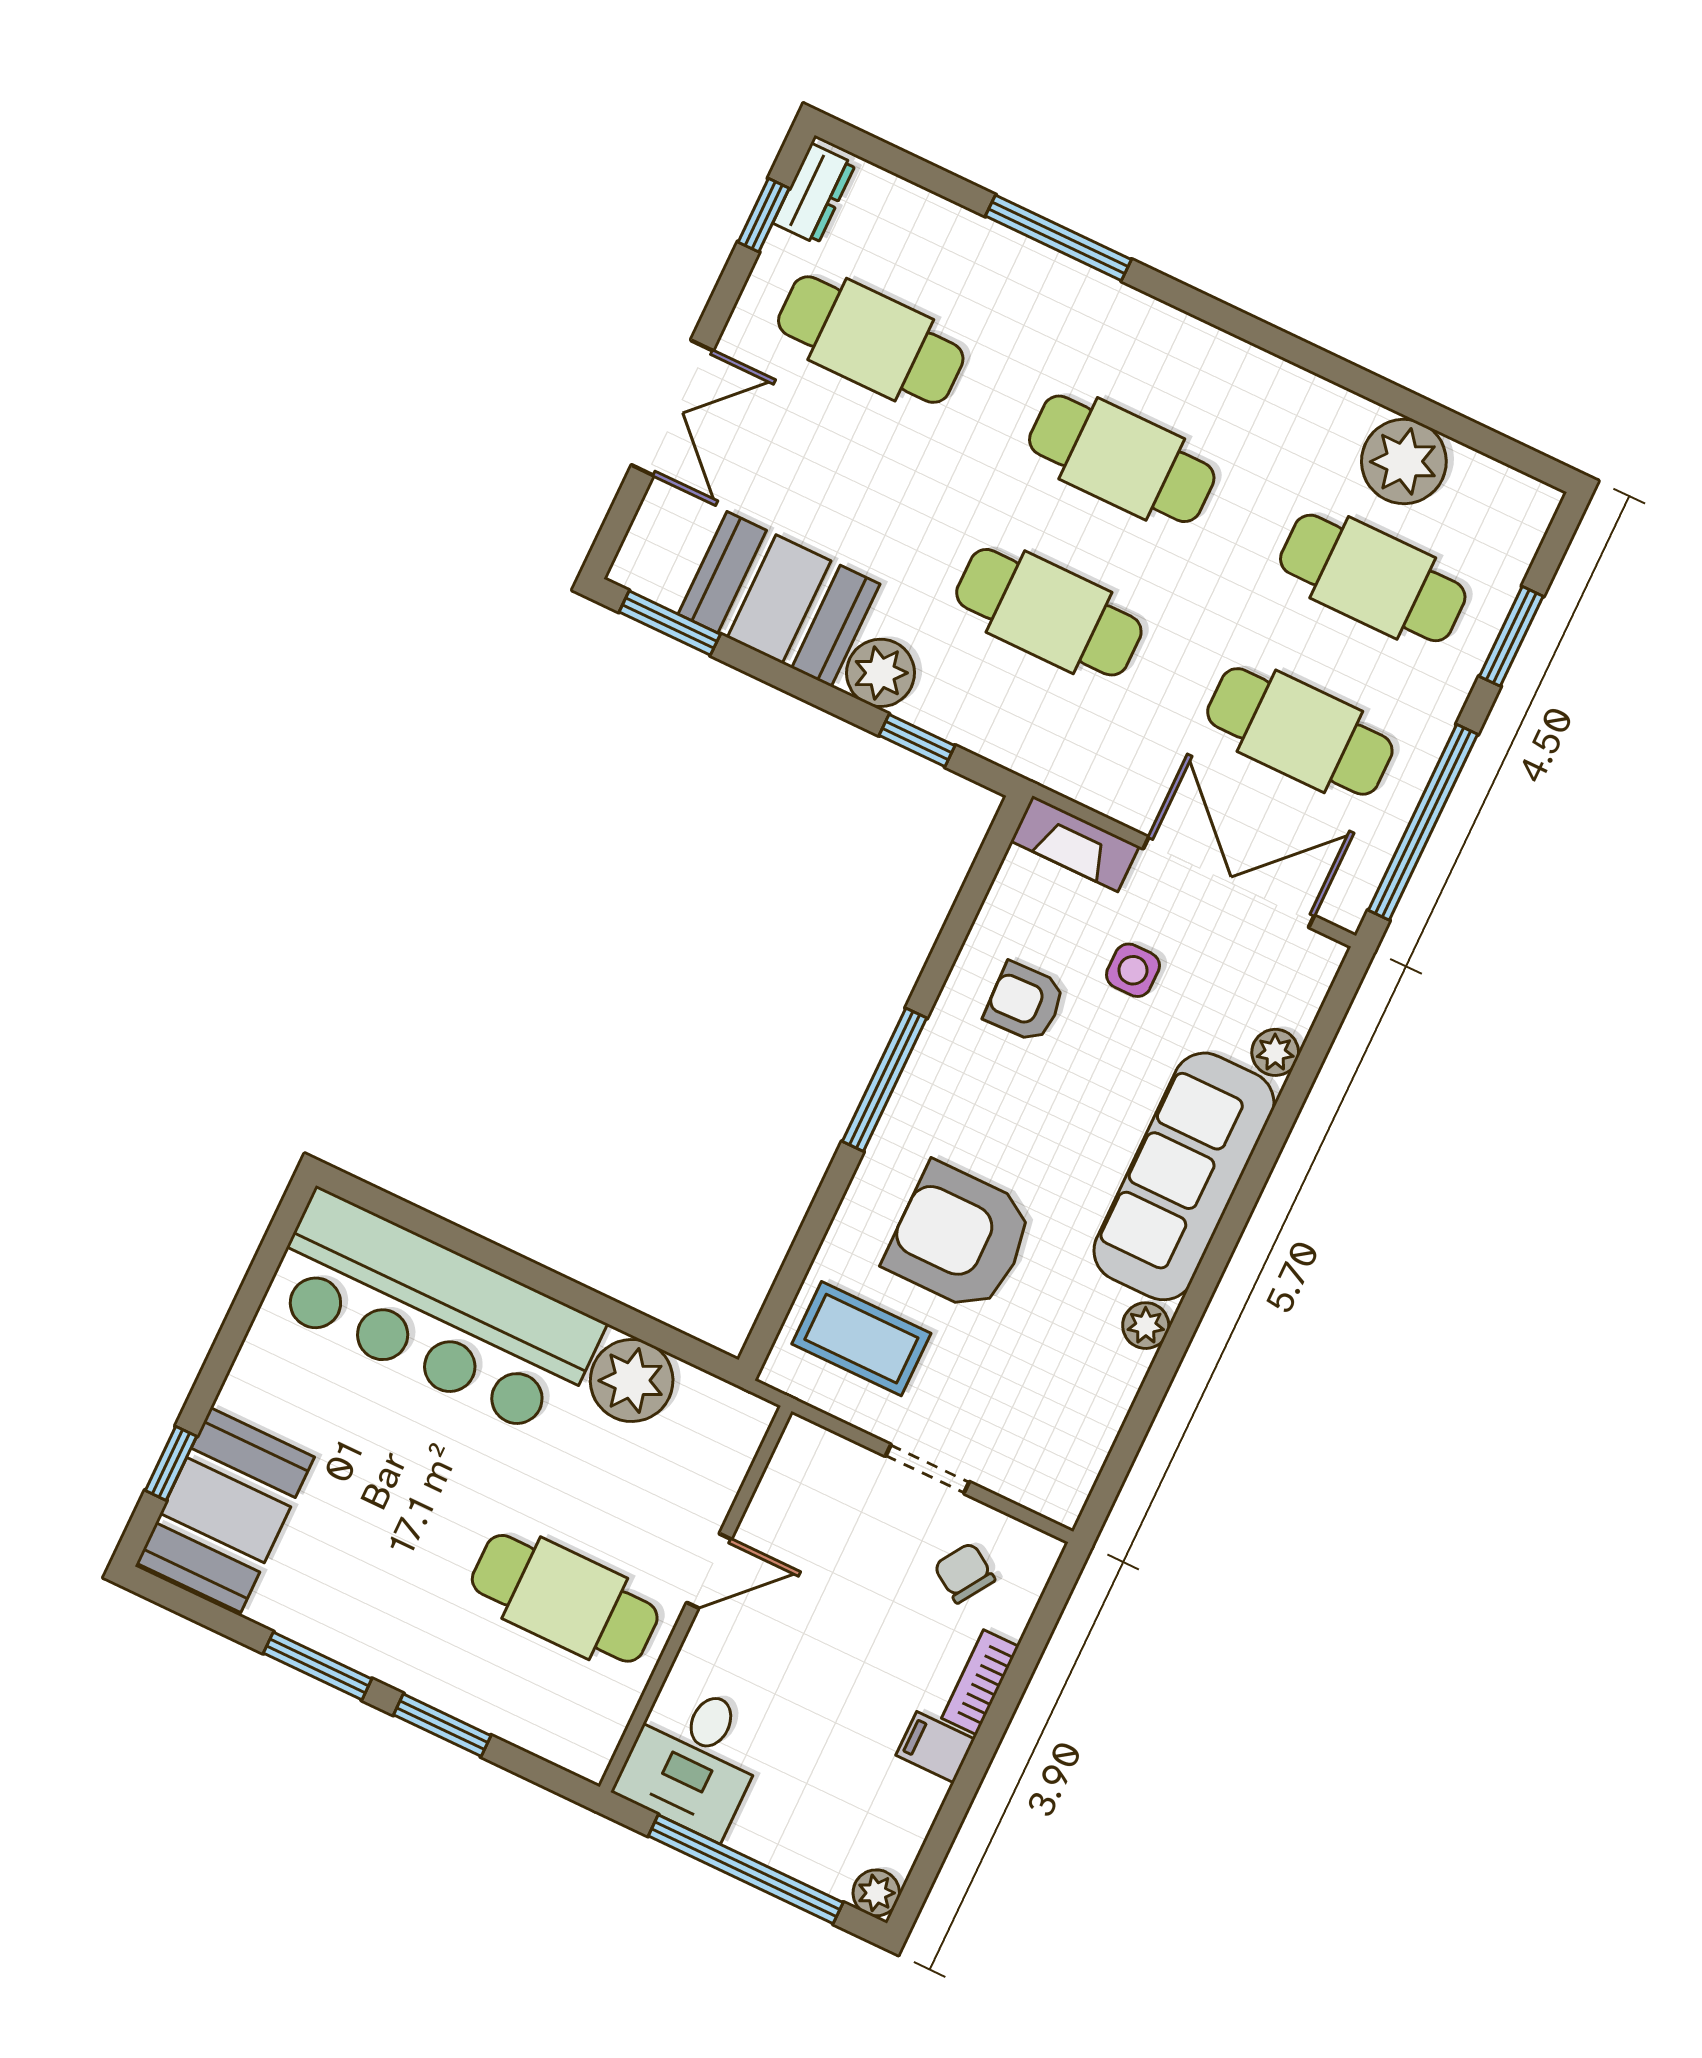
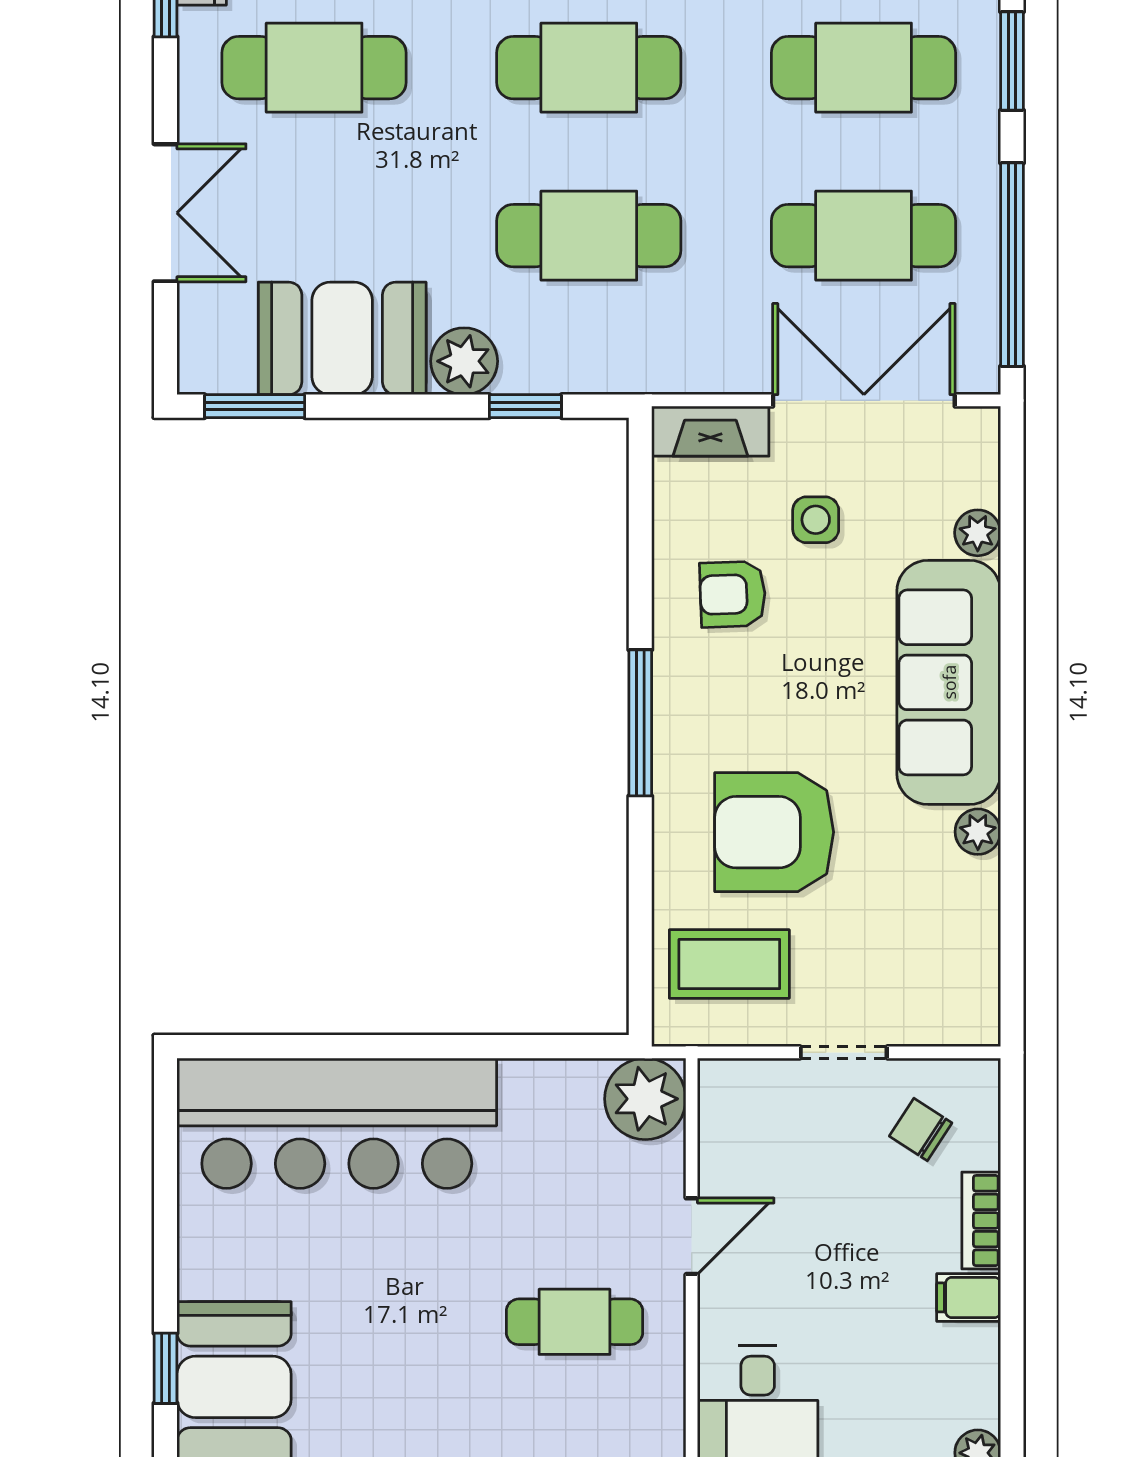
plant: (632, 1381) -> (645, 1099), moved
cafe table: (565, 1598) -> (574, 1322), width x0.73, depth x0.74

